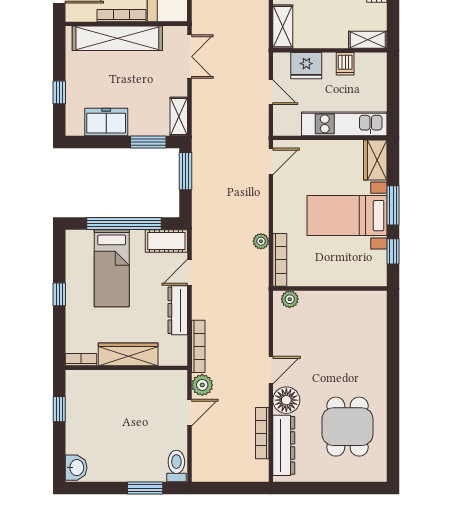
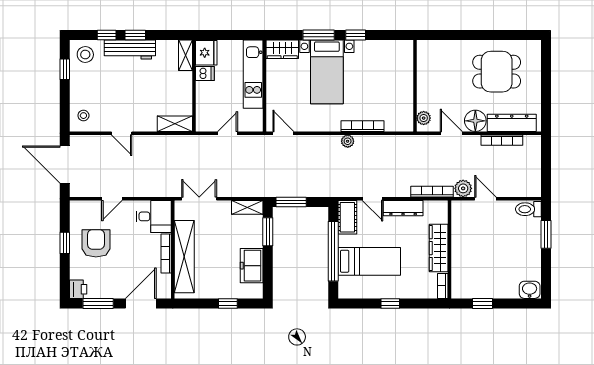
fridge: (306, 66) -> (206, 53), moved
wall: (330, 289) -> (415, 86), moved
plant: (290, 299) -> (424, 118), moved

